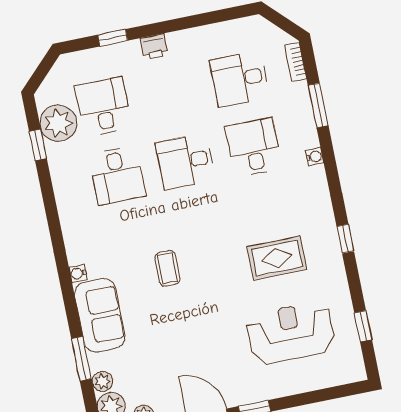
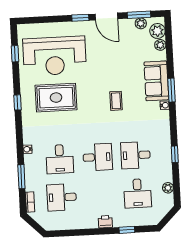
desk: (240, 79) -> (62, 197), turned 180
plant: (58, 123) -> (168, 188), width x0.53, depth x0.53
window: (38, 145) -> (175, 154), moved
desk: (117, 175) -> (136, 155), turned -90
rug: (277, 258) -> (56, 98), width x1.36, depth x1.43
reception desk: (291, 333) -> (55, 56), width x1.36, depth x1.30
window: (81, 359) -> (171, 90), moved

